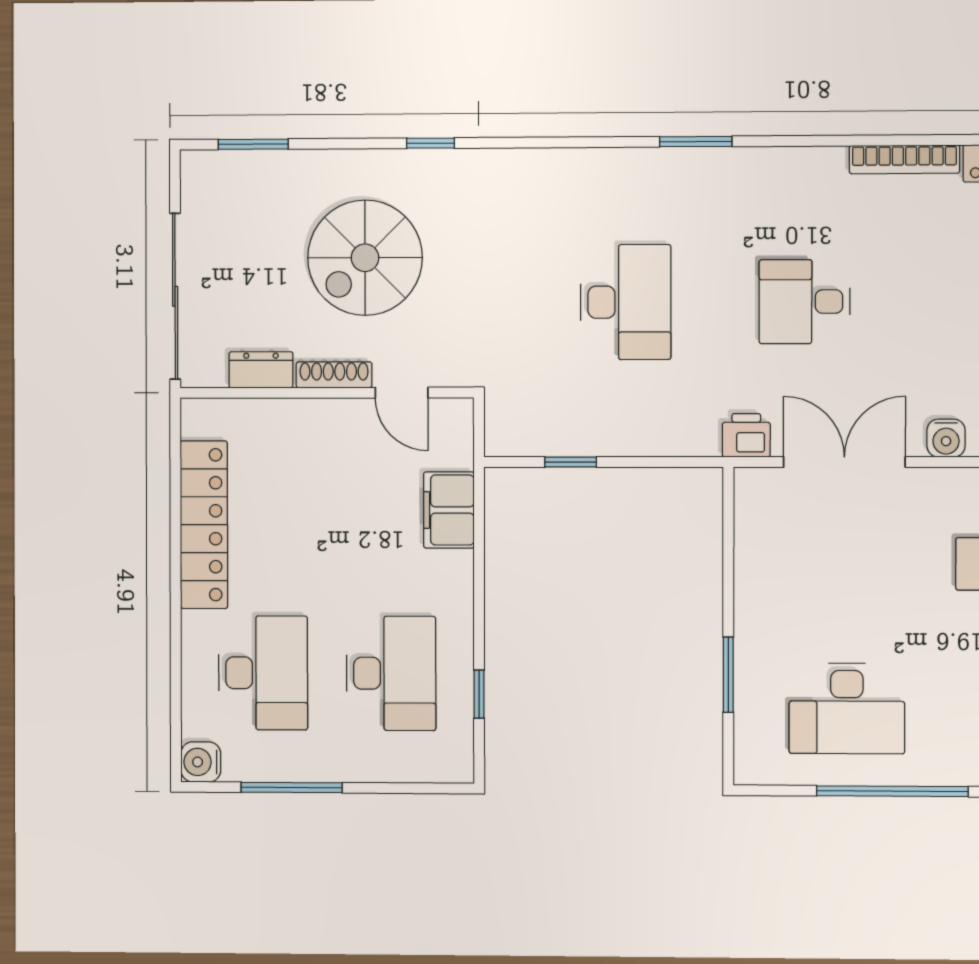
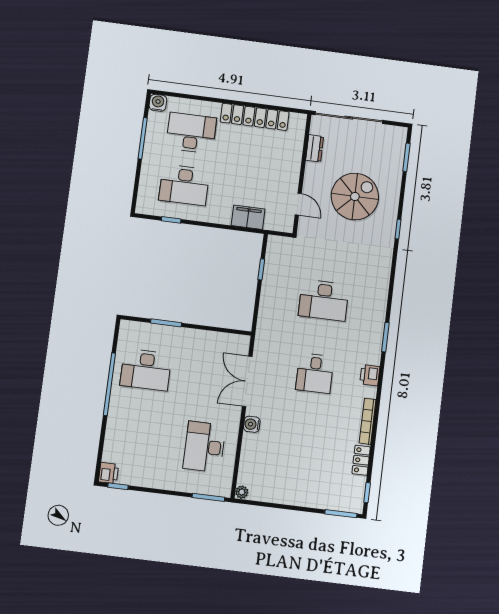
spiral stairs: (365, 258) -> (355, 196), turned 90
desk: (805, 302) -> (315, 373), turned 180
shoe rack: (334, 375) -> (309, 178), removed
door: (402, 393) -> (298, 204), swing flipped
printer: (746, 435) -> (370, 375), moved, turned 180
double door: (844, 462) -> (247, 381), swing flipped
desk: (263, 673) -> (191, 133), turned 180
desk: (847, 708) -> (146, 370), turned -90

